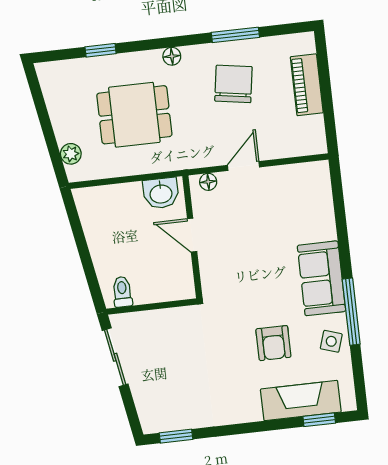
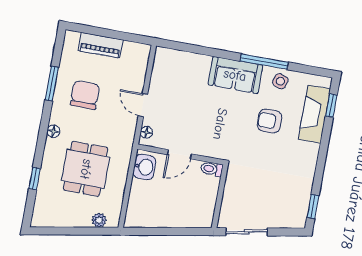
chair: (233, 84) -> (85, 95), turned 81
toilet: (122, 292) -> (212, 169), moved
armchair: (273, 343) -> (270, 121), turned 180

